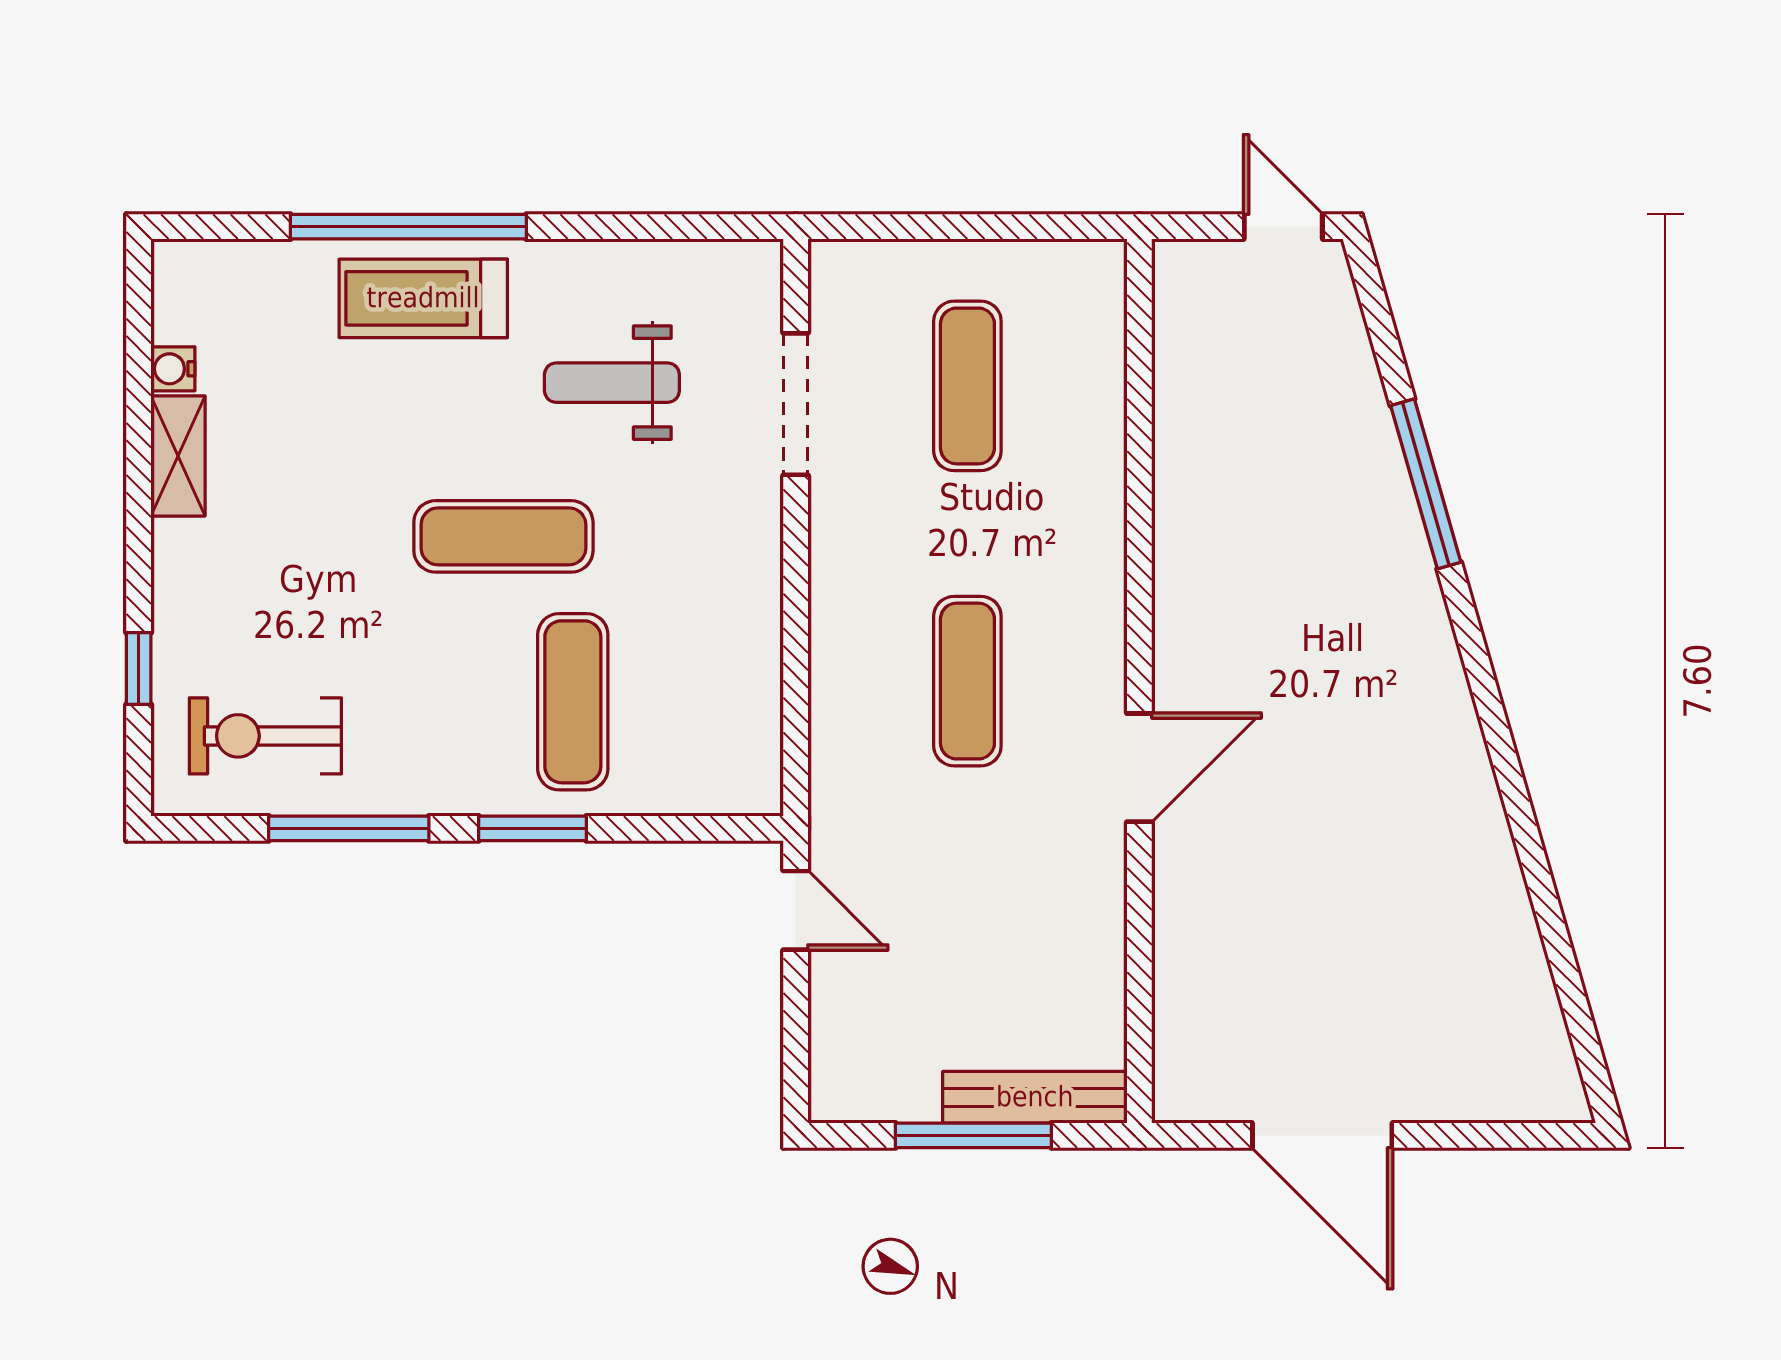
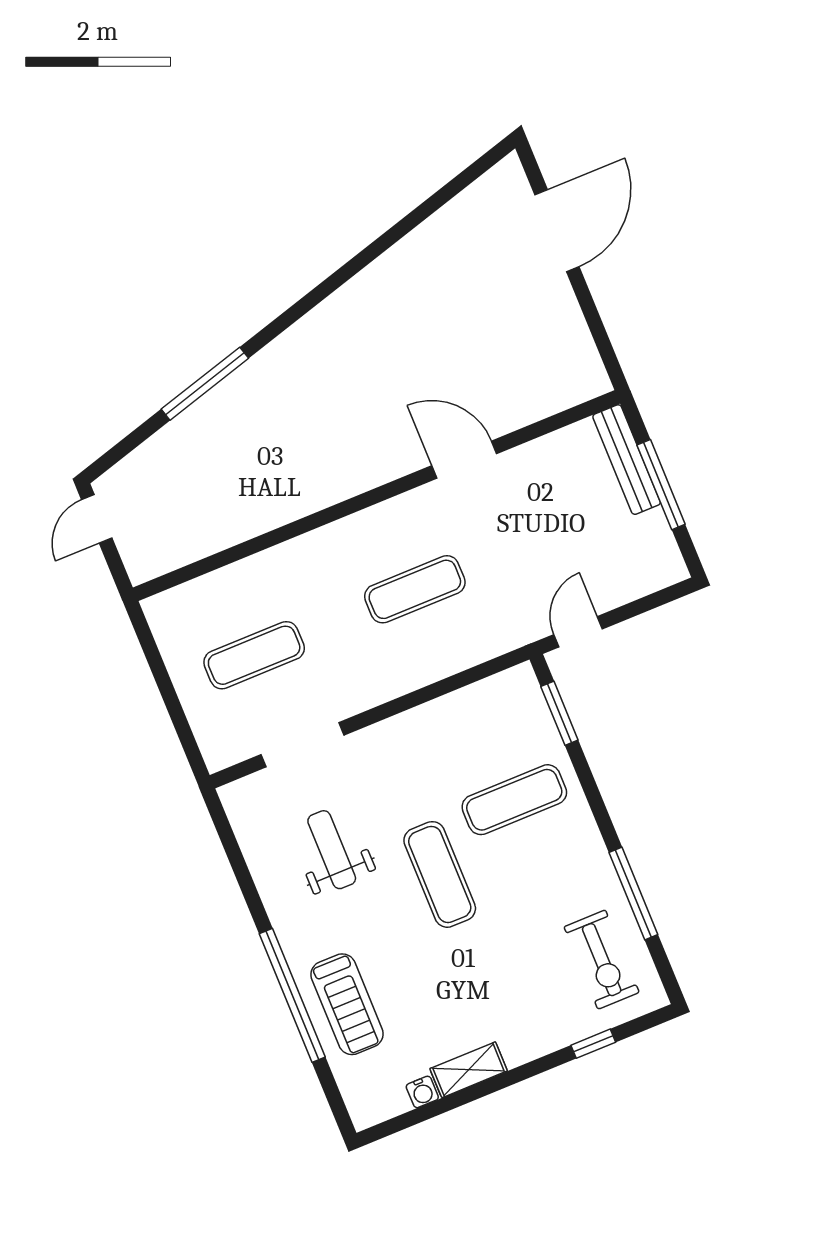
treadmill: (423, 298) -> (347, 1004), moved
weight bench: (612, 383) -> (332, 850), turned 180
door: (1139, 768) -> (464, 460), moved
window: (533, 828) -> (559, 713), moved
door: (1322, 1135) -> (557, 231), moved

